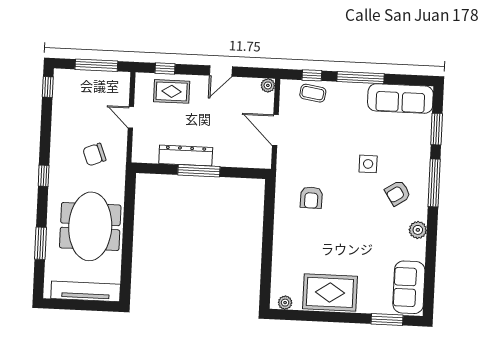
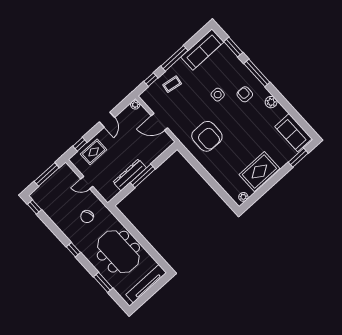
coffee table: (313, 93) -> (172, 84), moved
armchair: (398, 193) -> (245, 94), turned 123
armchair: (311, 198) -> (207, 136), width x1.88, depth x1.88

